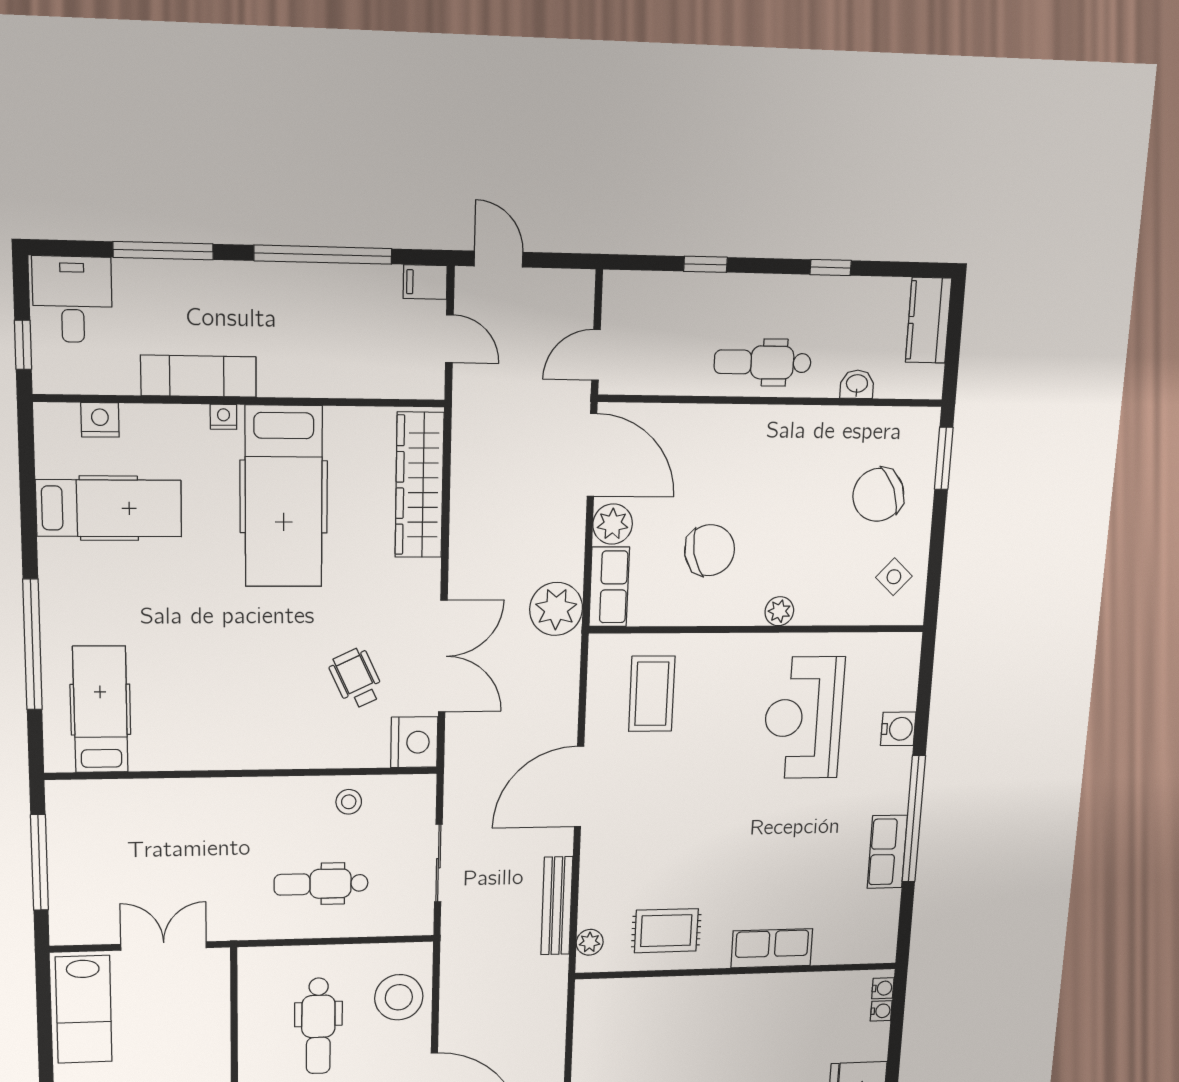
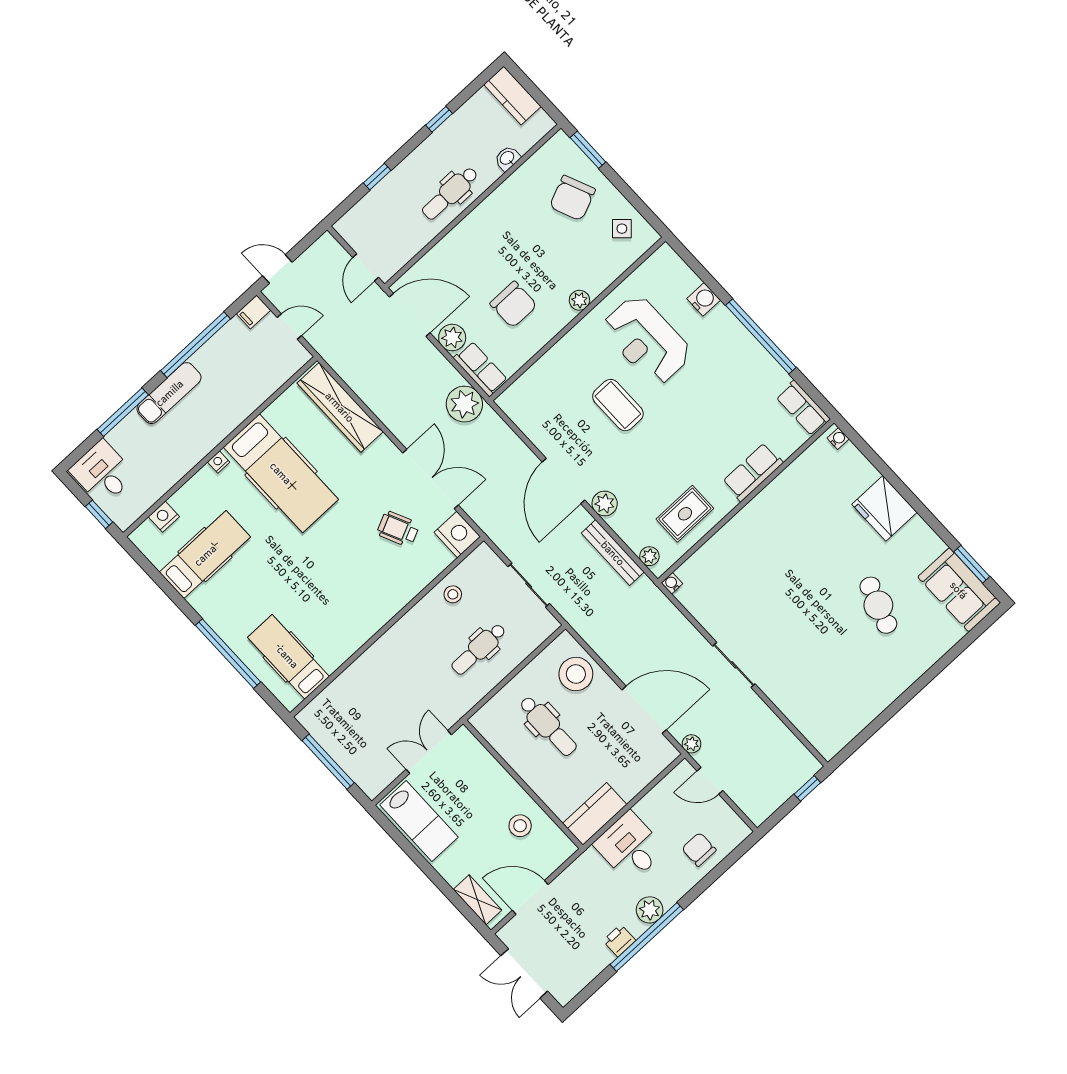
exam couch: (198, 376) -> (169, 393), moved, turned 180
chair: (710, 550) -> (513, 304), turned 102
coffee table: (652, 694) -> (618, 405), moved
plant: (598, 848) -> (605, 503), added
row of seats: (887, 852) -> (803, 408), moved
water cooler: (881, 1011) -> (672, 583), moved, turned -90

